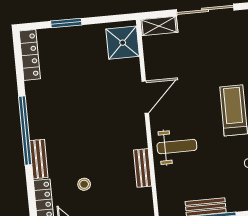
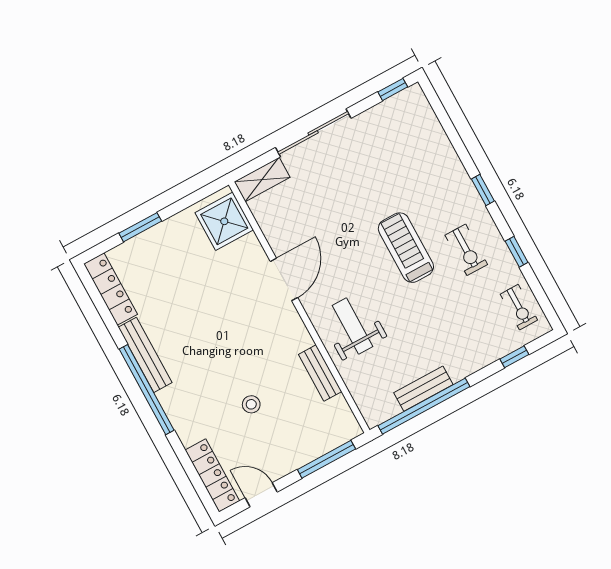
weight bench: (177, 147) -> (353, 326), turned -90
bench: (39, 159) -> (145, 355), moved, width x1.36
stool: (84, 184) -> (251, 404), moved

